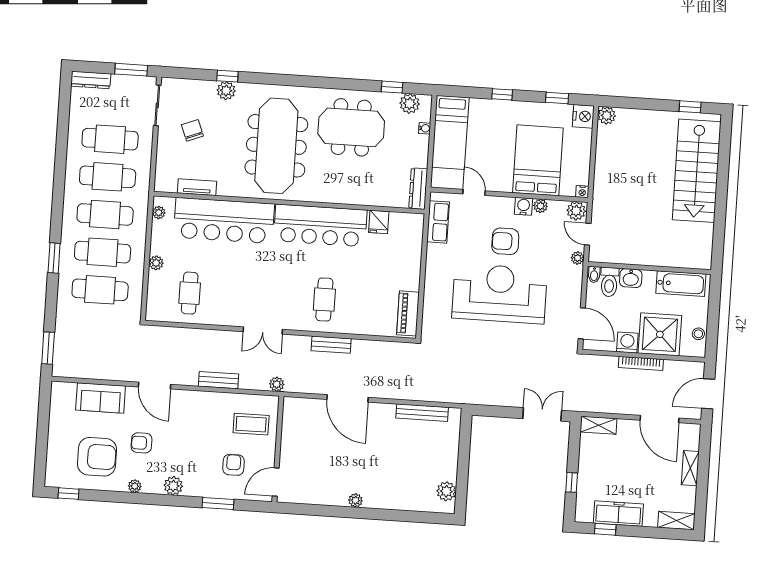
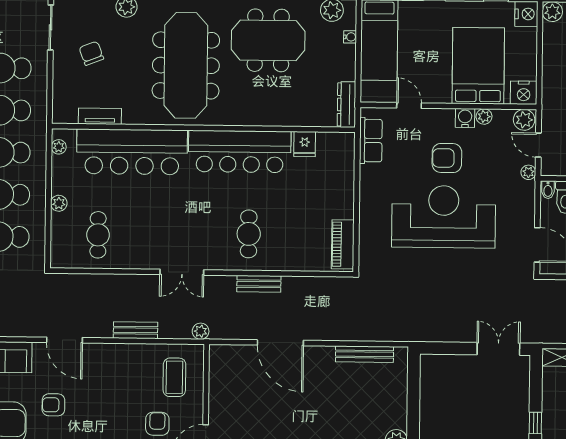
nightstand: (582, 192) -> (524, 93), width x1.89, depth x1.79
coffee table: (251, 424) -> (174, 377), turned 90

